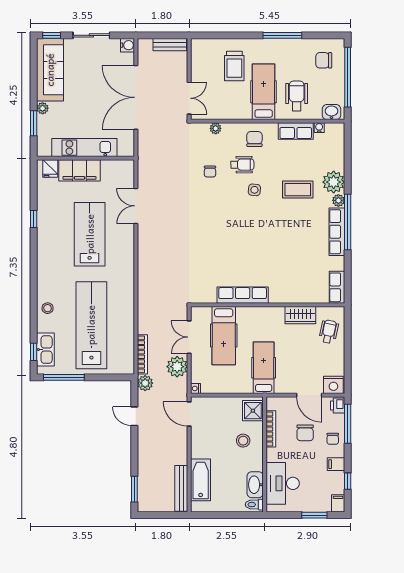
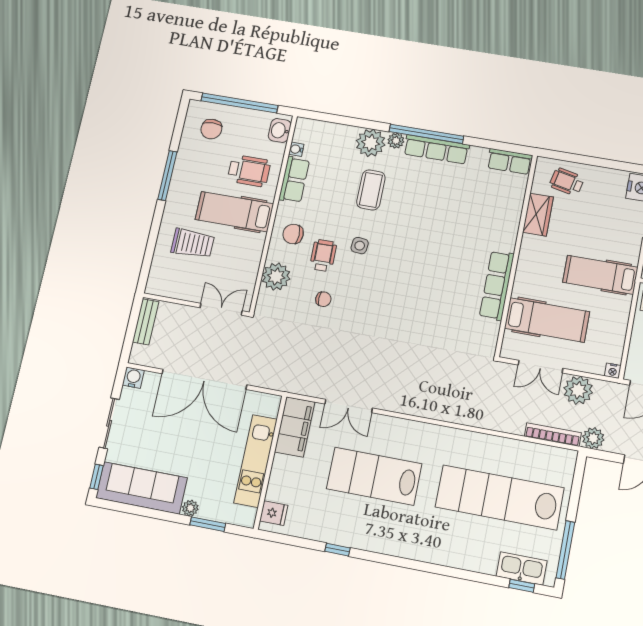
wheelchair: (297, 96) -> (249, 171), turned 180
plant: (216, 128) -> (276, 277), width x1.88, depth x1.88
filing cabinet: (79, 170) -> (295, 427), moved
stool: (48, 308) -> (464, 554), removed

